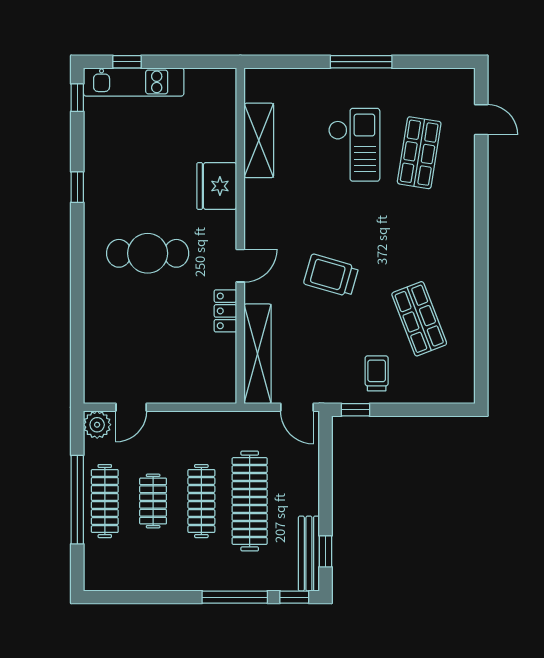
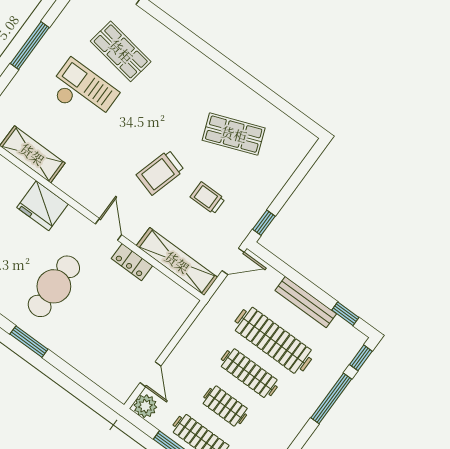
window: (77, 268) -> (29, 342), added
trolley: (377, 373) -> (207, 198), moved
bench: (309, 554) -> (306, 302), moved

